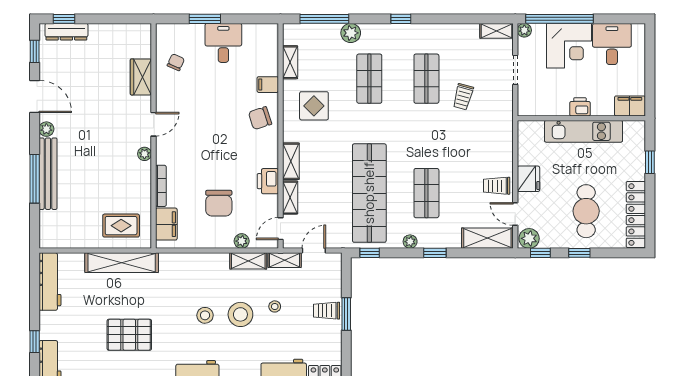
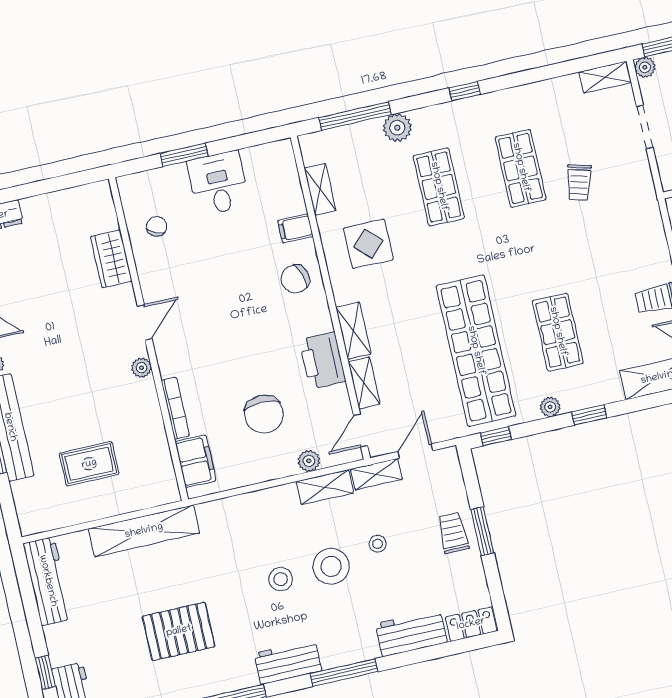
printer: (268, 181) -> (322, 360), width x1.37, depth x1.19
rug: (121, 226) -> (89, 464), moved
trolley: (327, 311) -> (453, 533), turned 90

